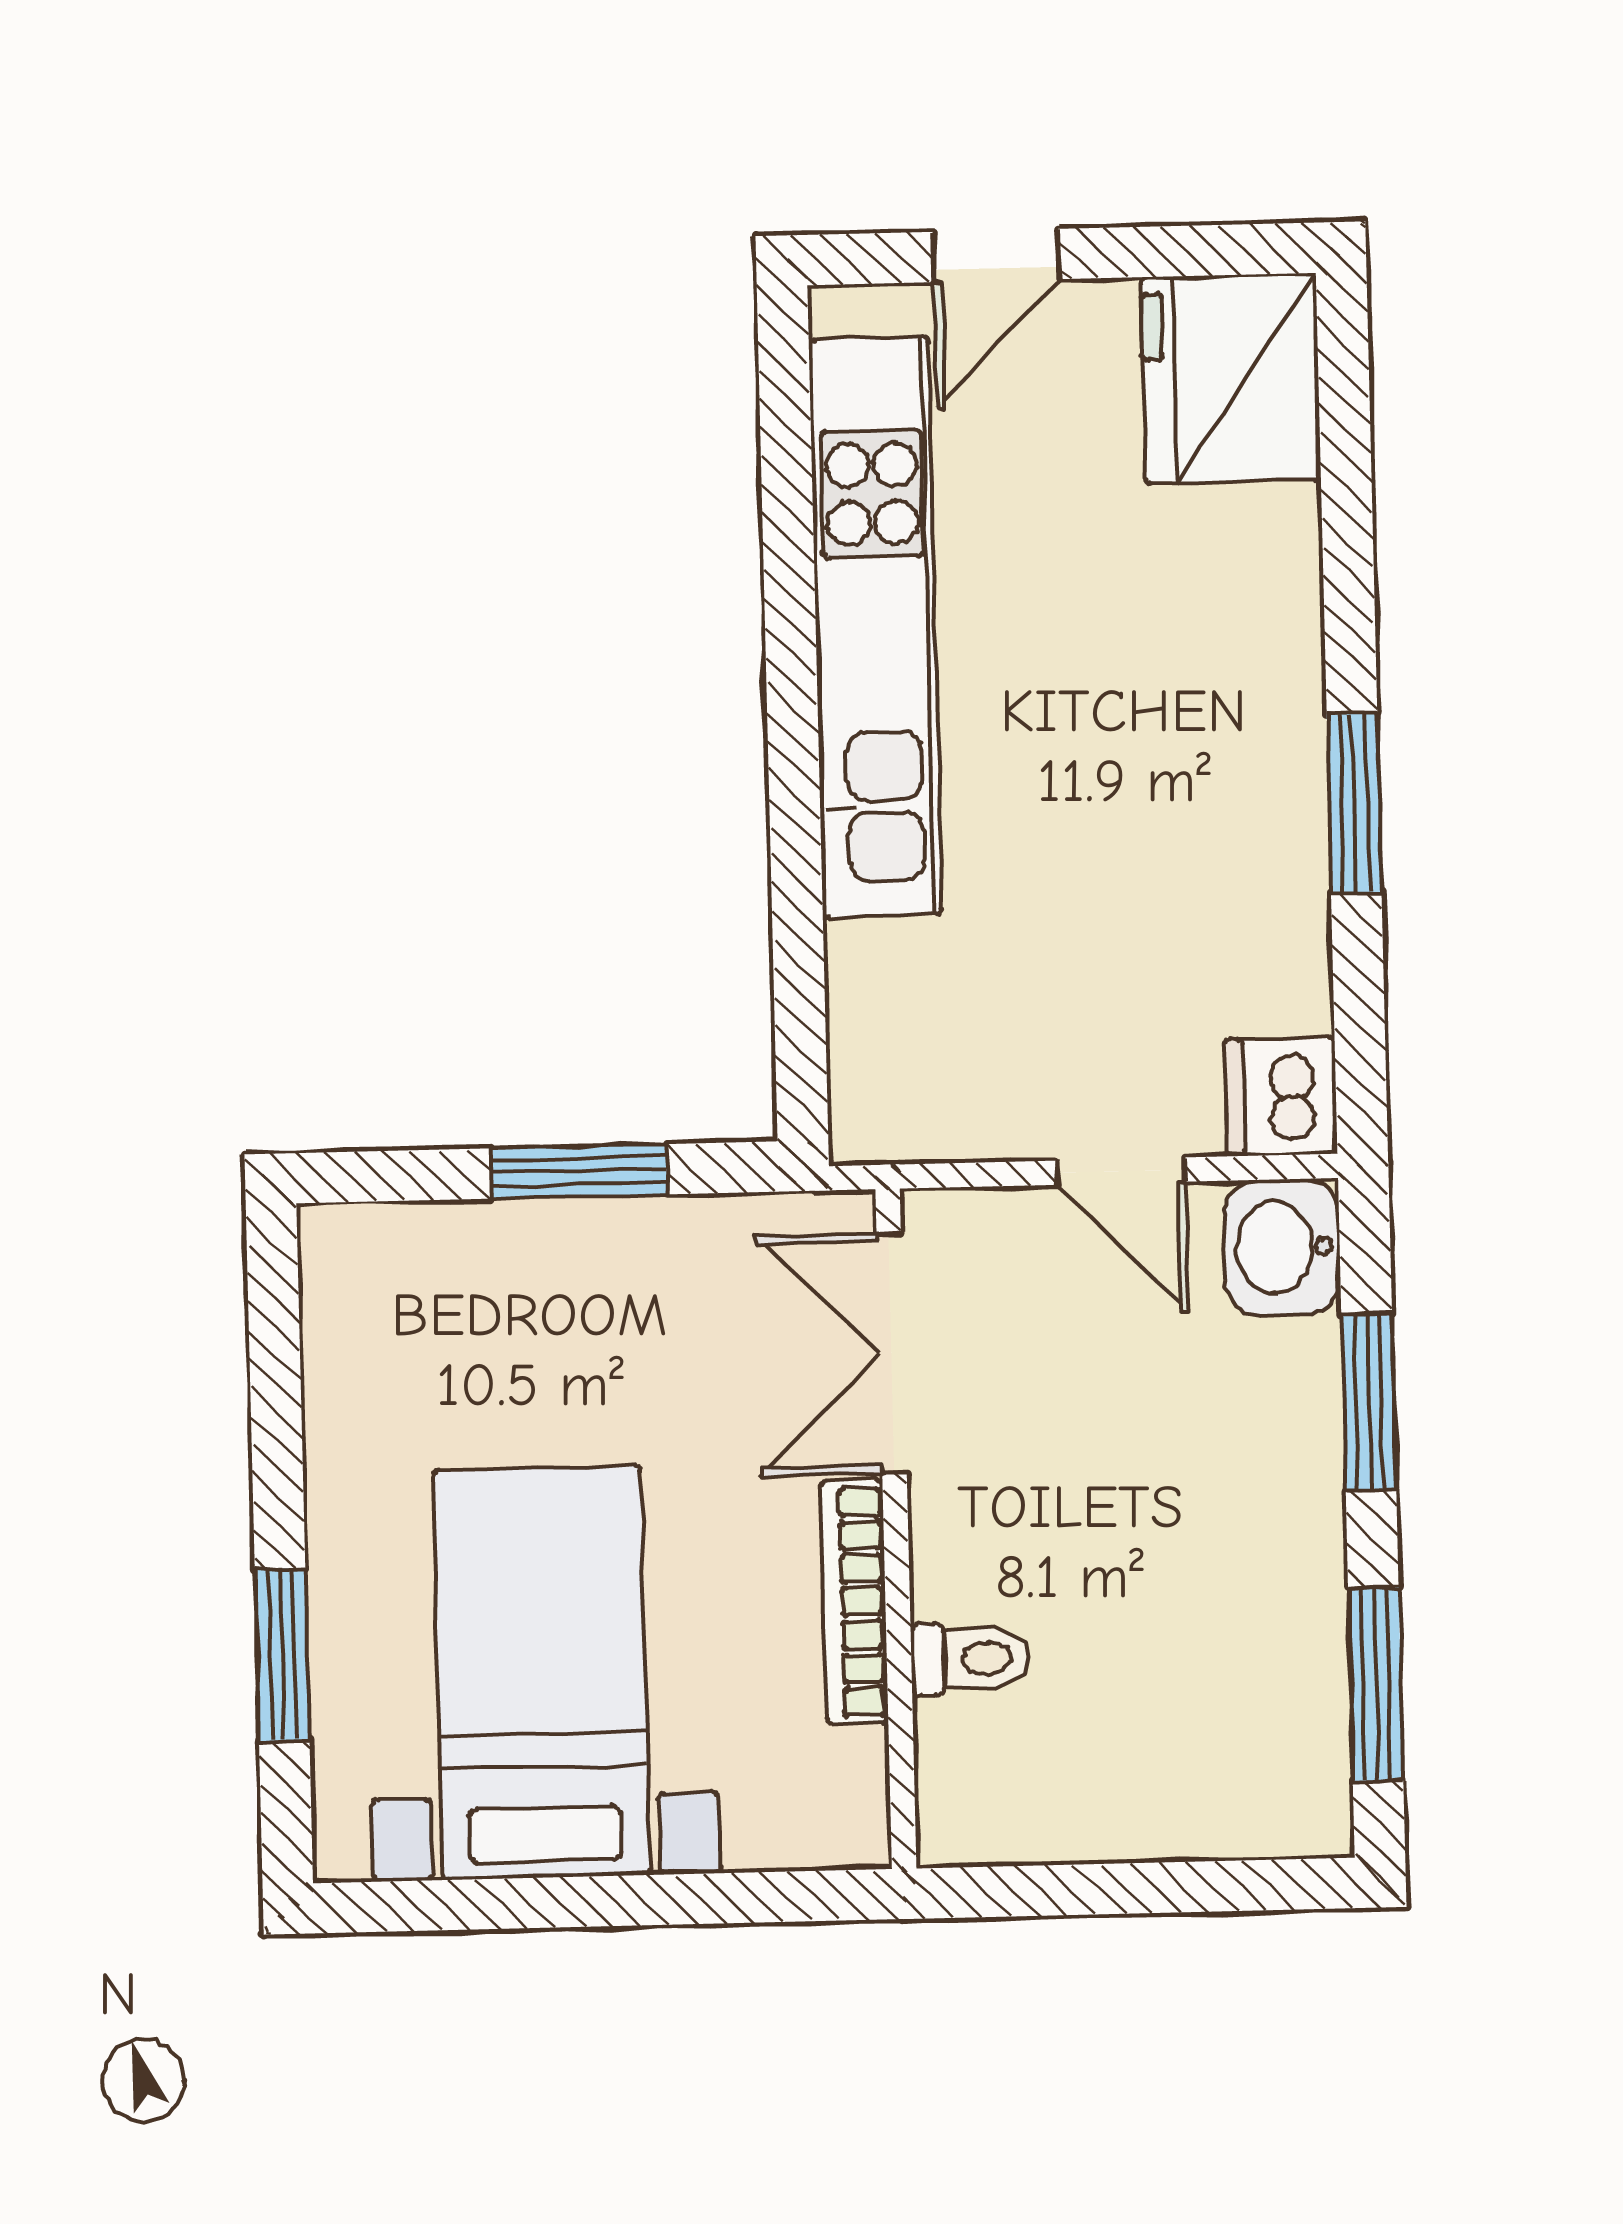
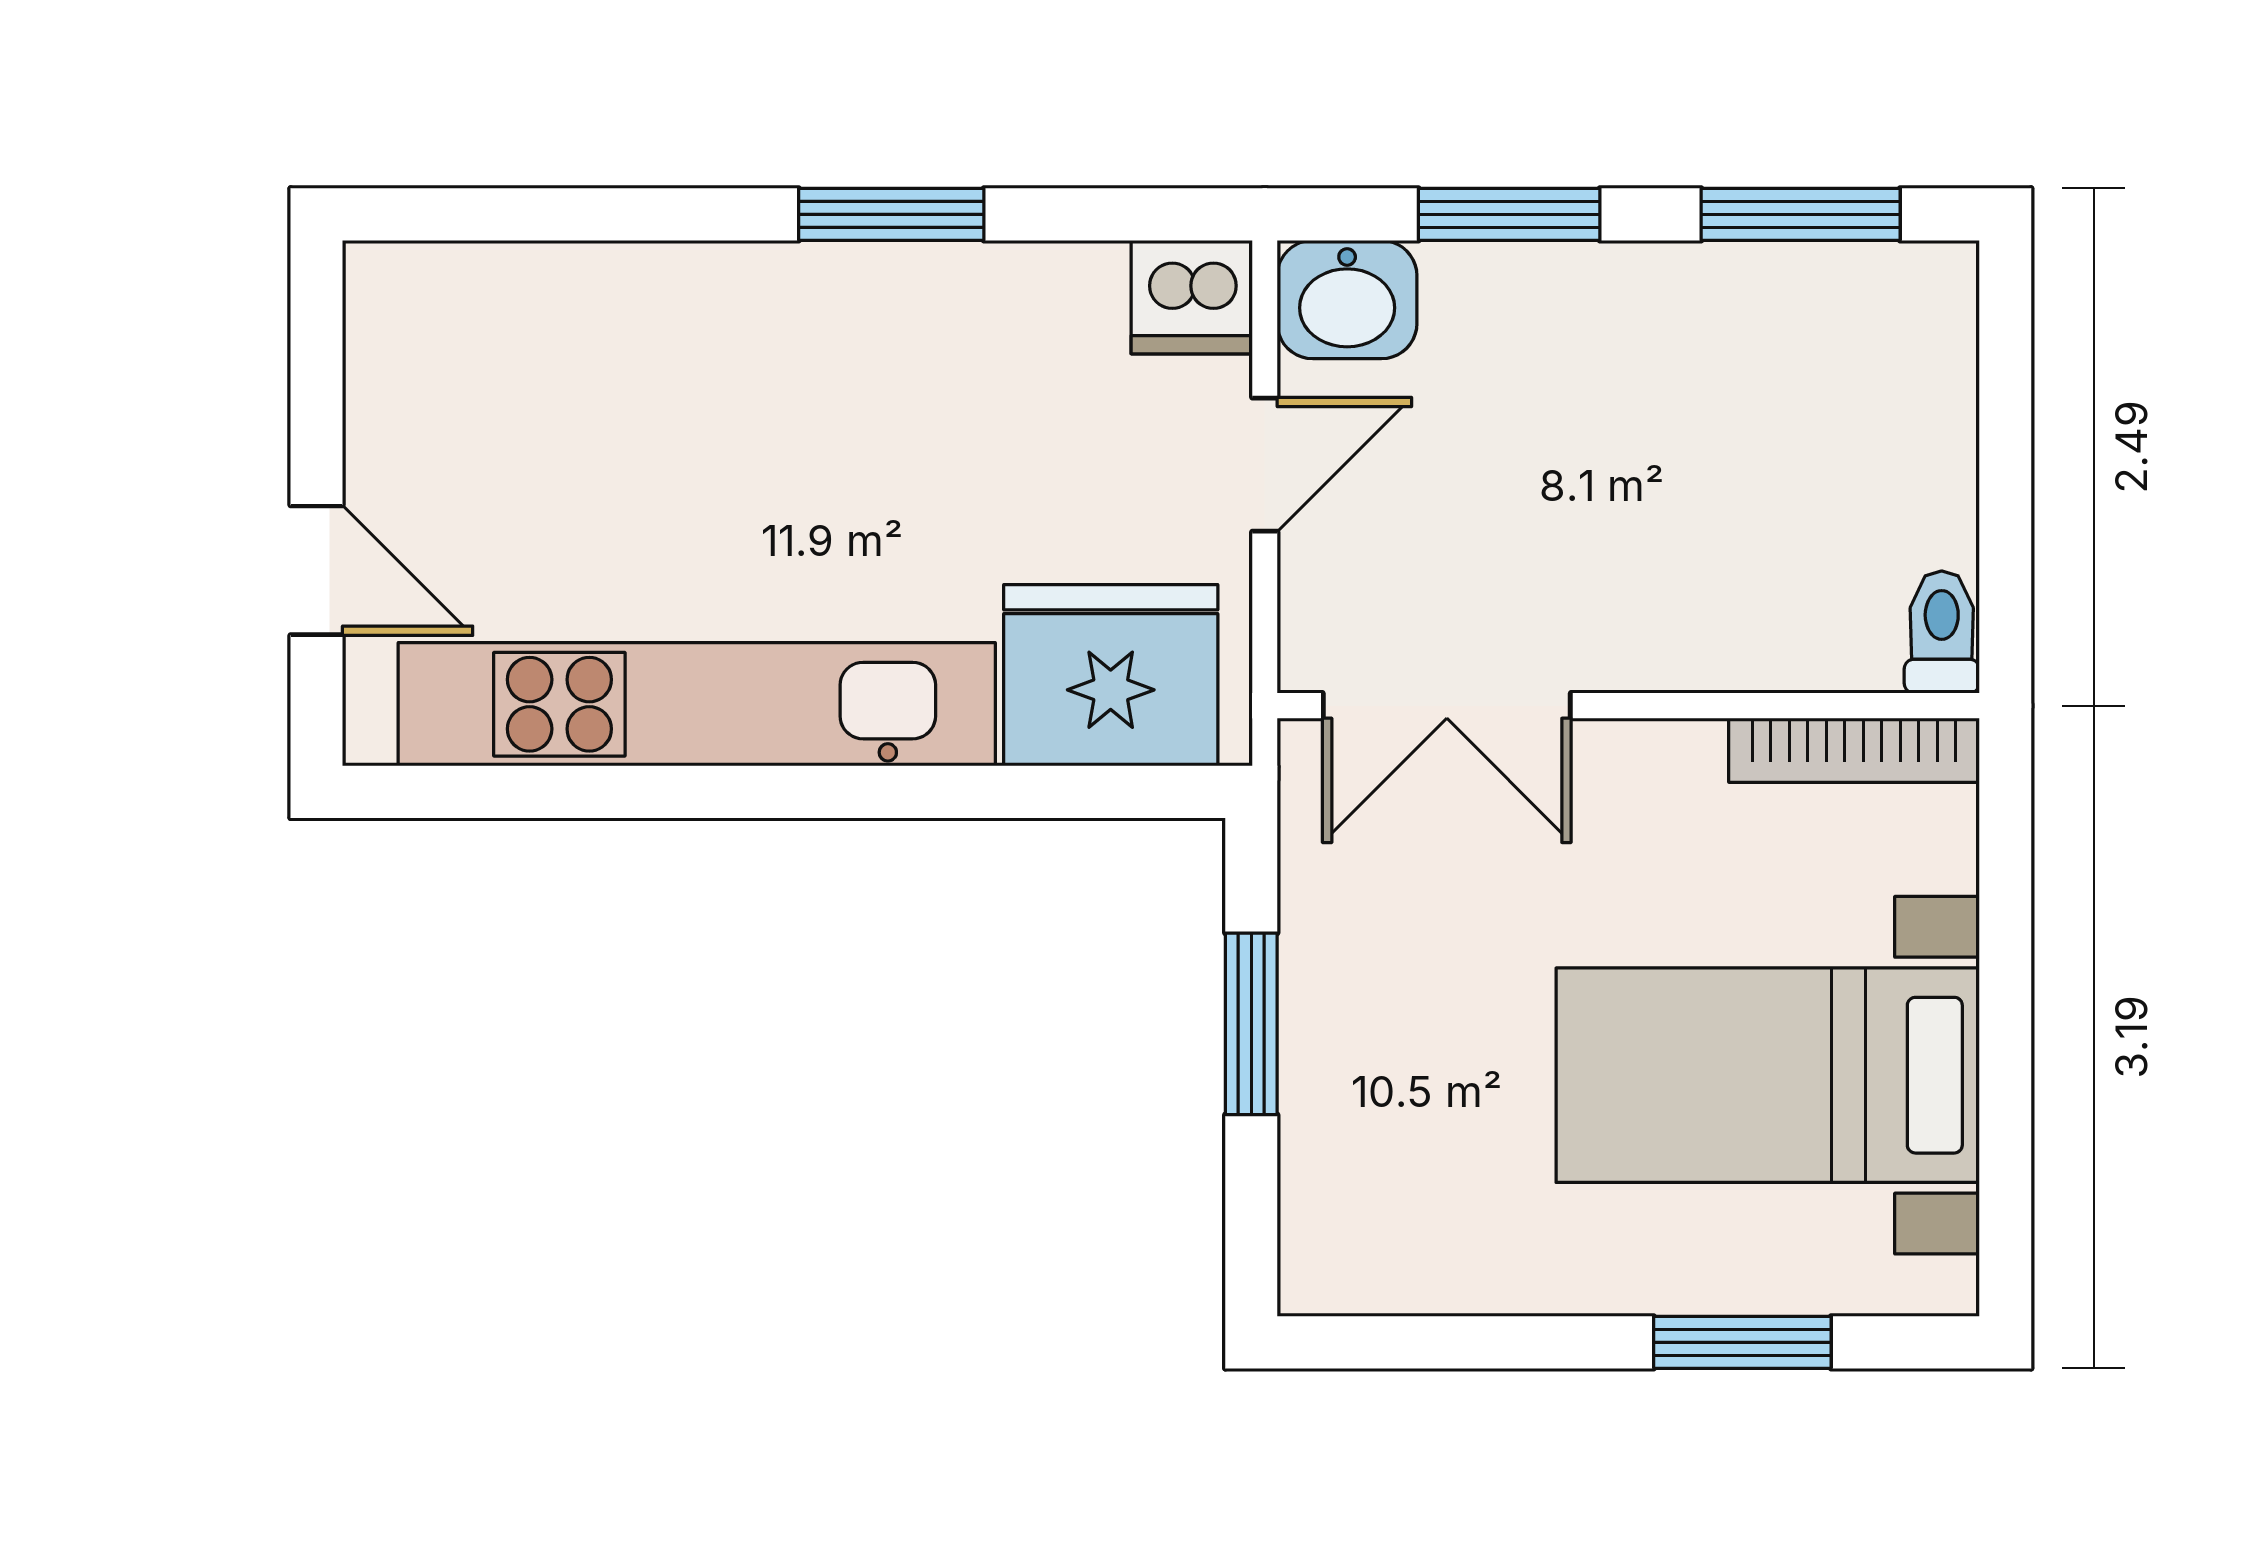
fridge: (1231, 379) -> (1111, 675), moved, turned 180
bookcase: (855, 1602) -> (1854, 750), moved
toilet: (970, 1658) -> (1942, 632), moved

